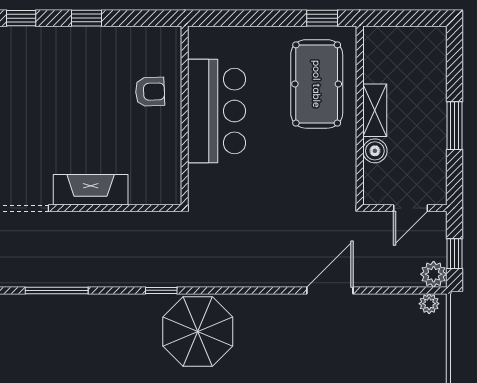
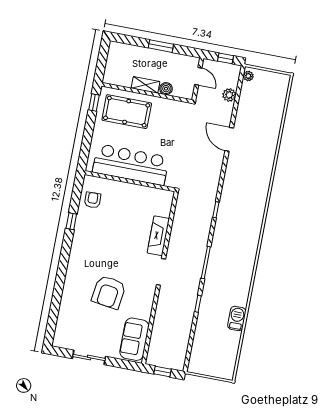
window: (21, 18) -> (65, 254), removed
armchair: (150, 92) -> (93, 200), moved
bar counter: (217, 111) -> (131, 165), width x1.36
plant: (434, 274) -> (229, 95), moved
door: (330, 290) -> (229, 139), moved
parasol: (198, 331) -> (240, 195), removed

